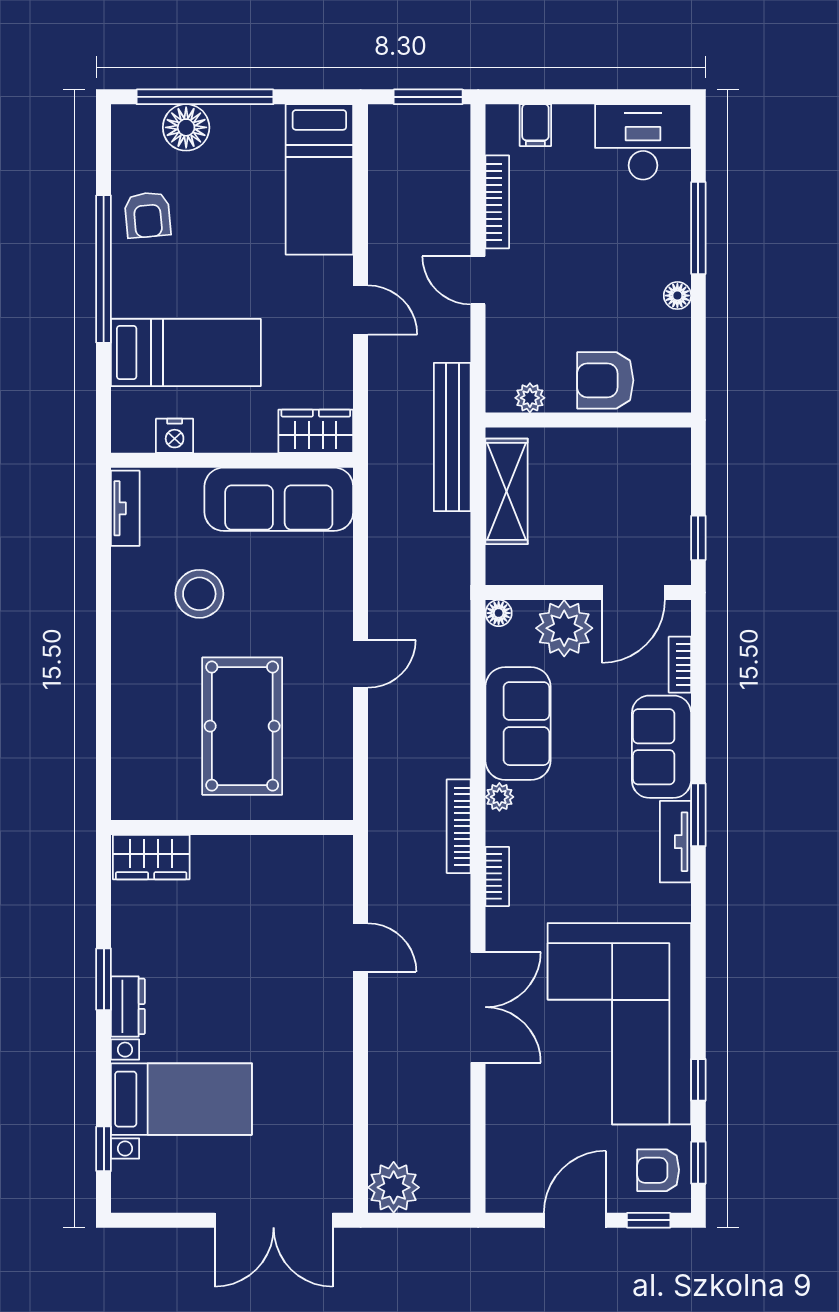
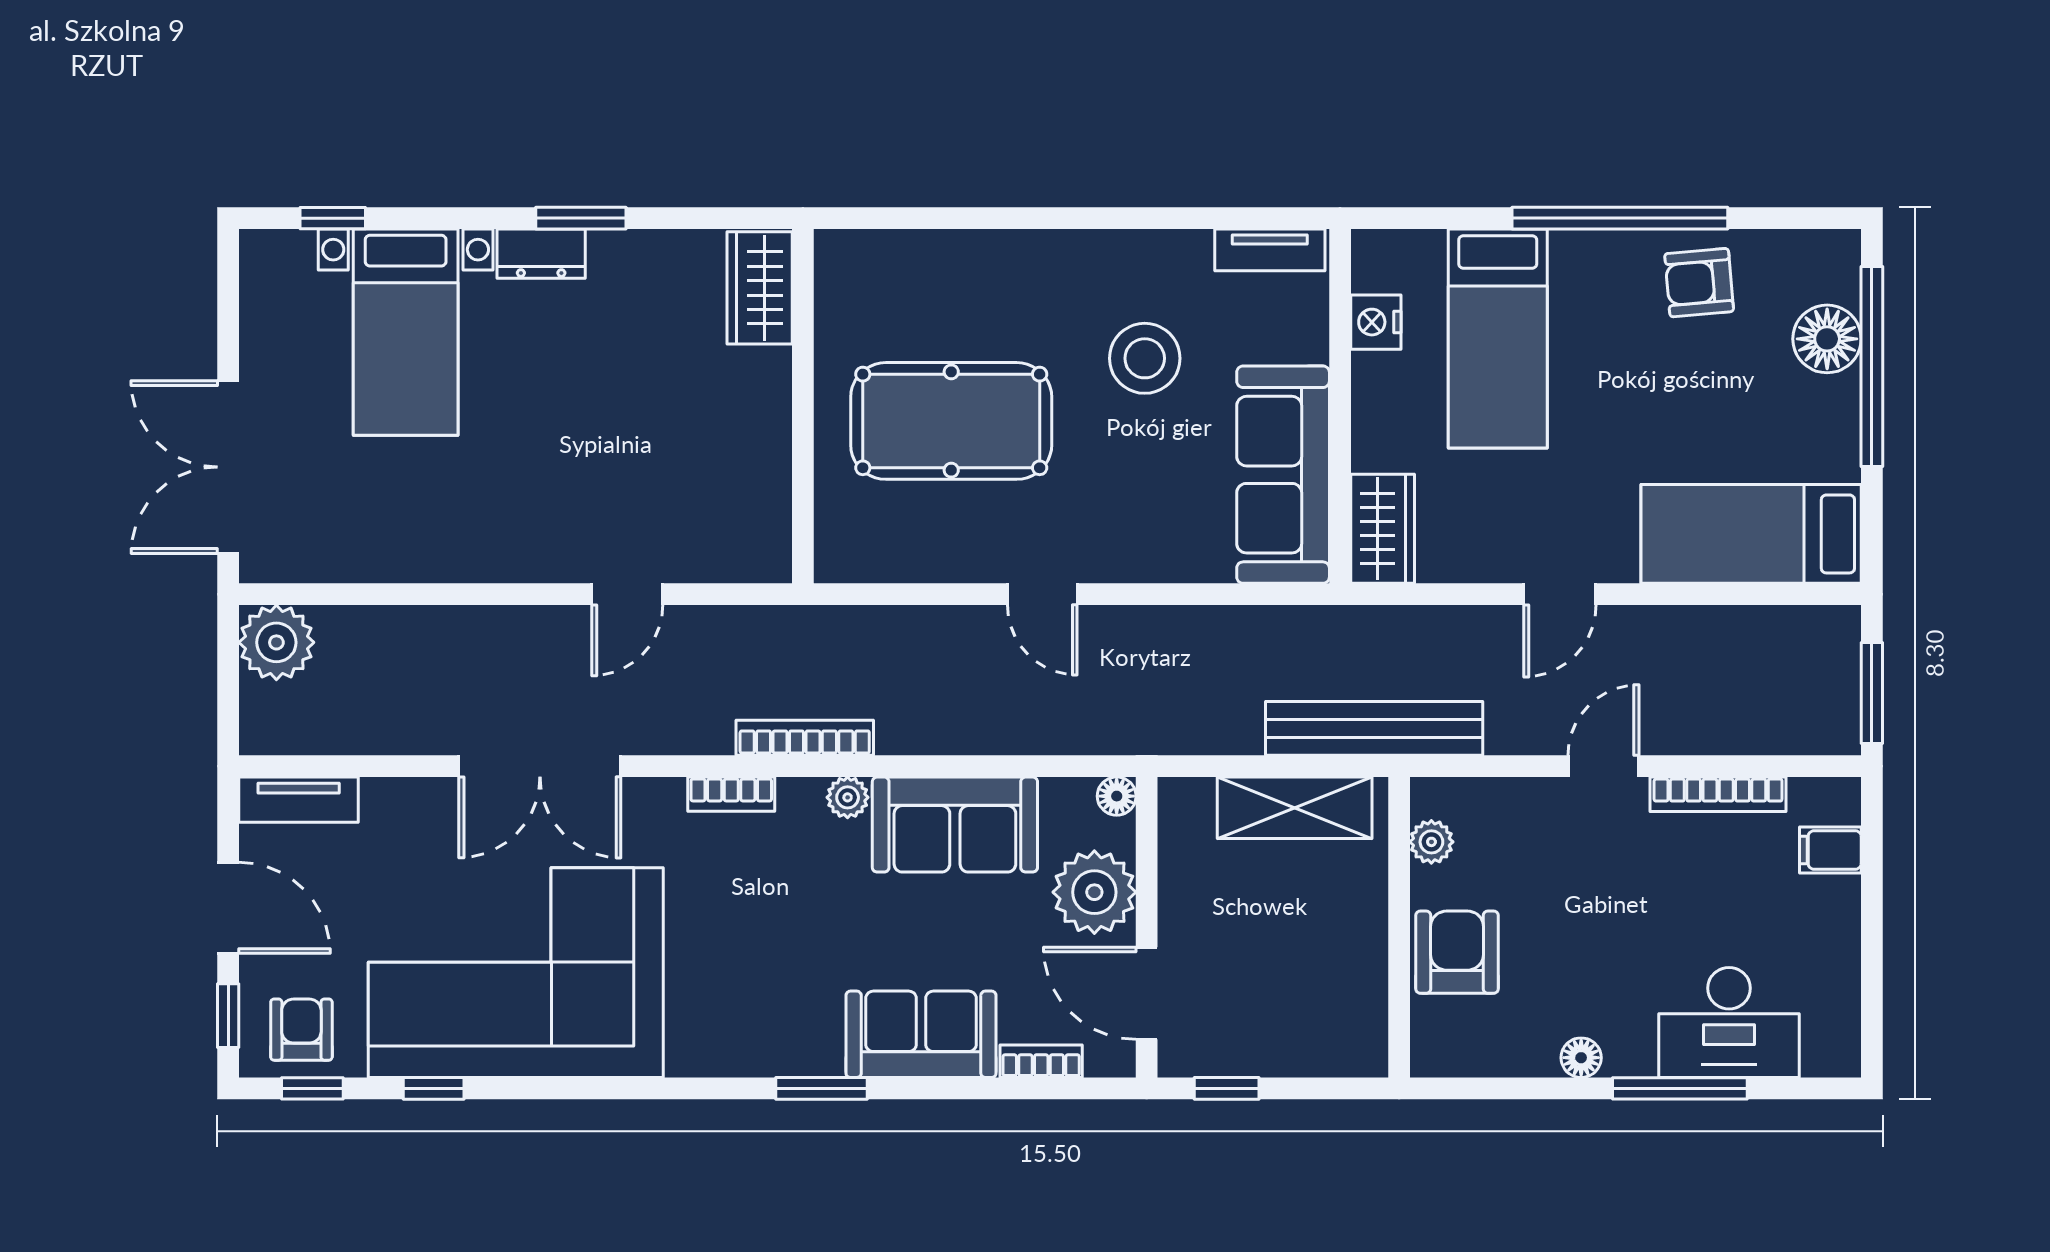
desk: (643, 142) -> (1729, 1022), moved, turned 90
tv unit: (675, 842) -> (299, 800), moved, turned 180

